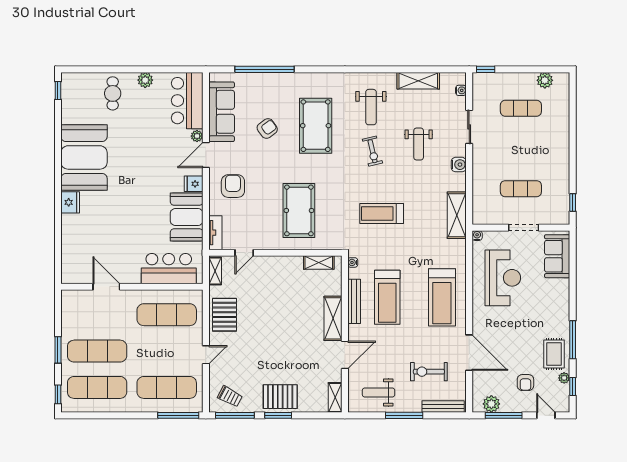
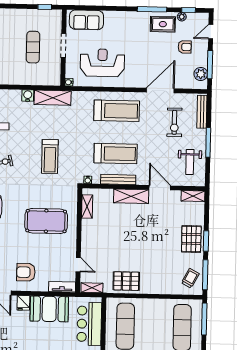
water cooler: (459, 165) -> (28, 96), moved
door: (206, 355) -> (157, 296), removed

